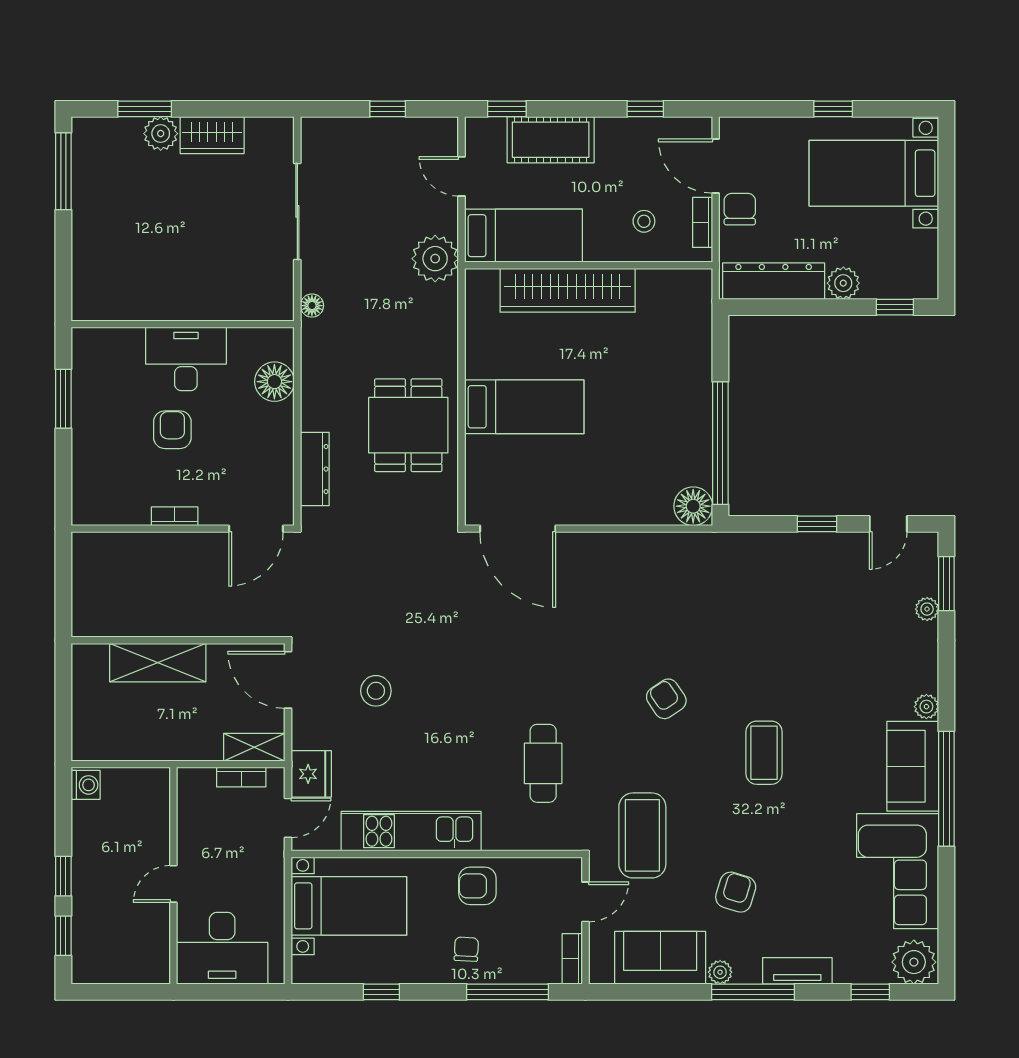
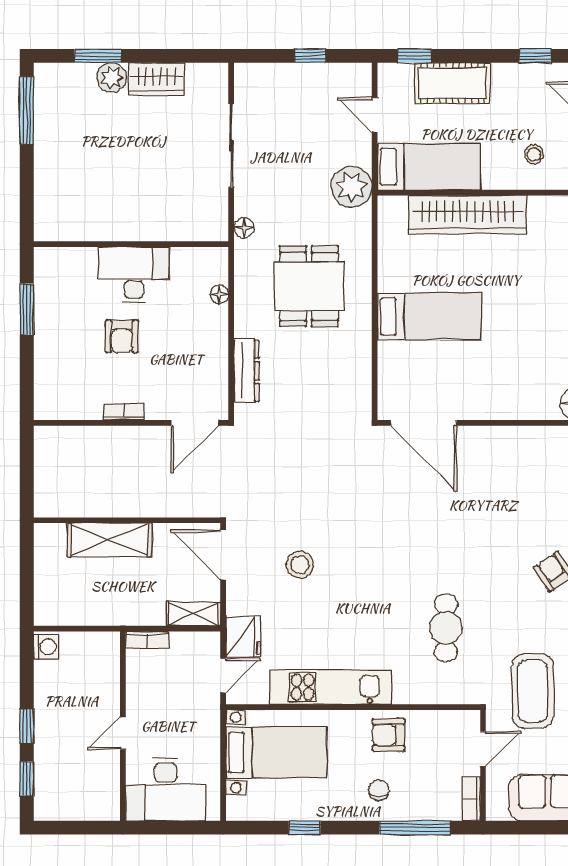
floor lamp: (274, 382) -> (219, 294), width x0.53, depth x0.53
dining table: (408, 425) -> (309, 286), moved
armchair: (172, 430) -> (122, 336), turned 180
bookcase: (241, 777) -> (147, 640), moved

